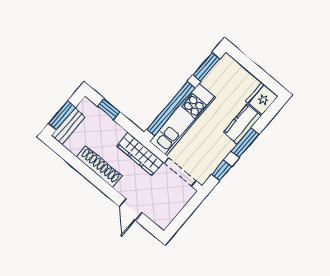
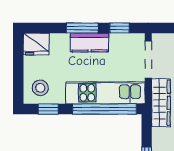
window: (206, 67) -> (48, 109), width x0.67
stool: (227, 74) -> (40, 88), added
kitchen counter: (242, 124) -> (90, 43), moved

